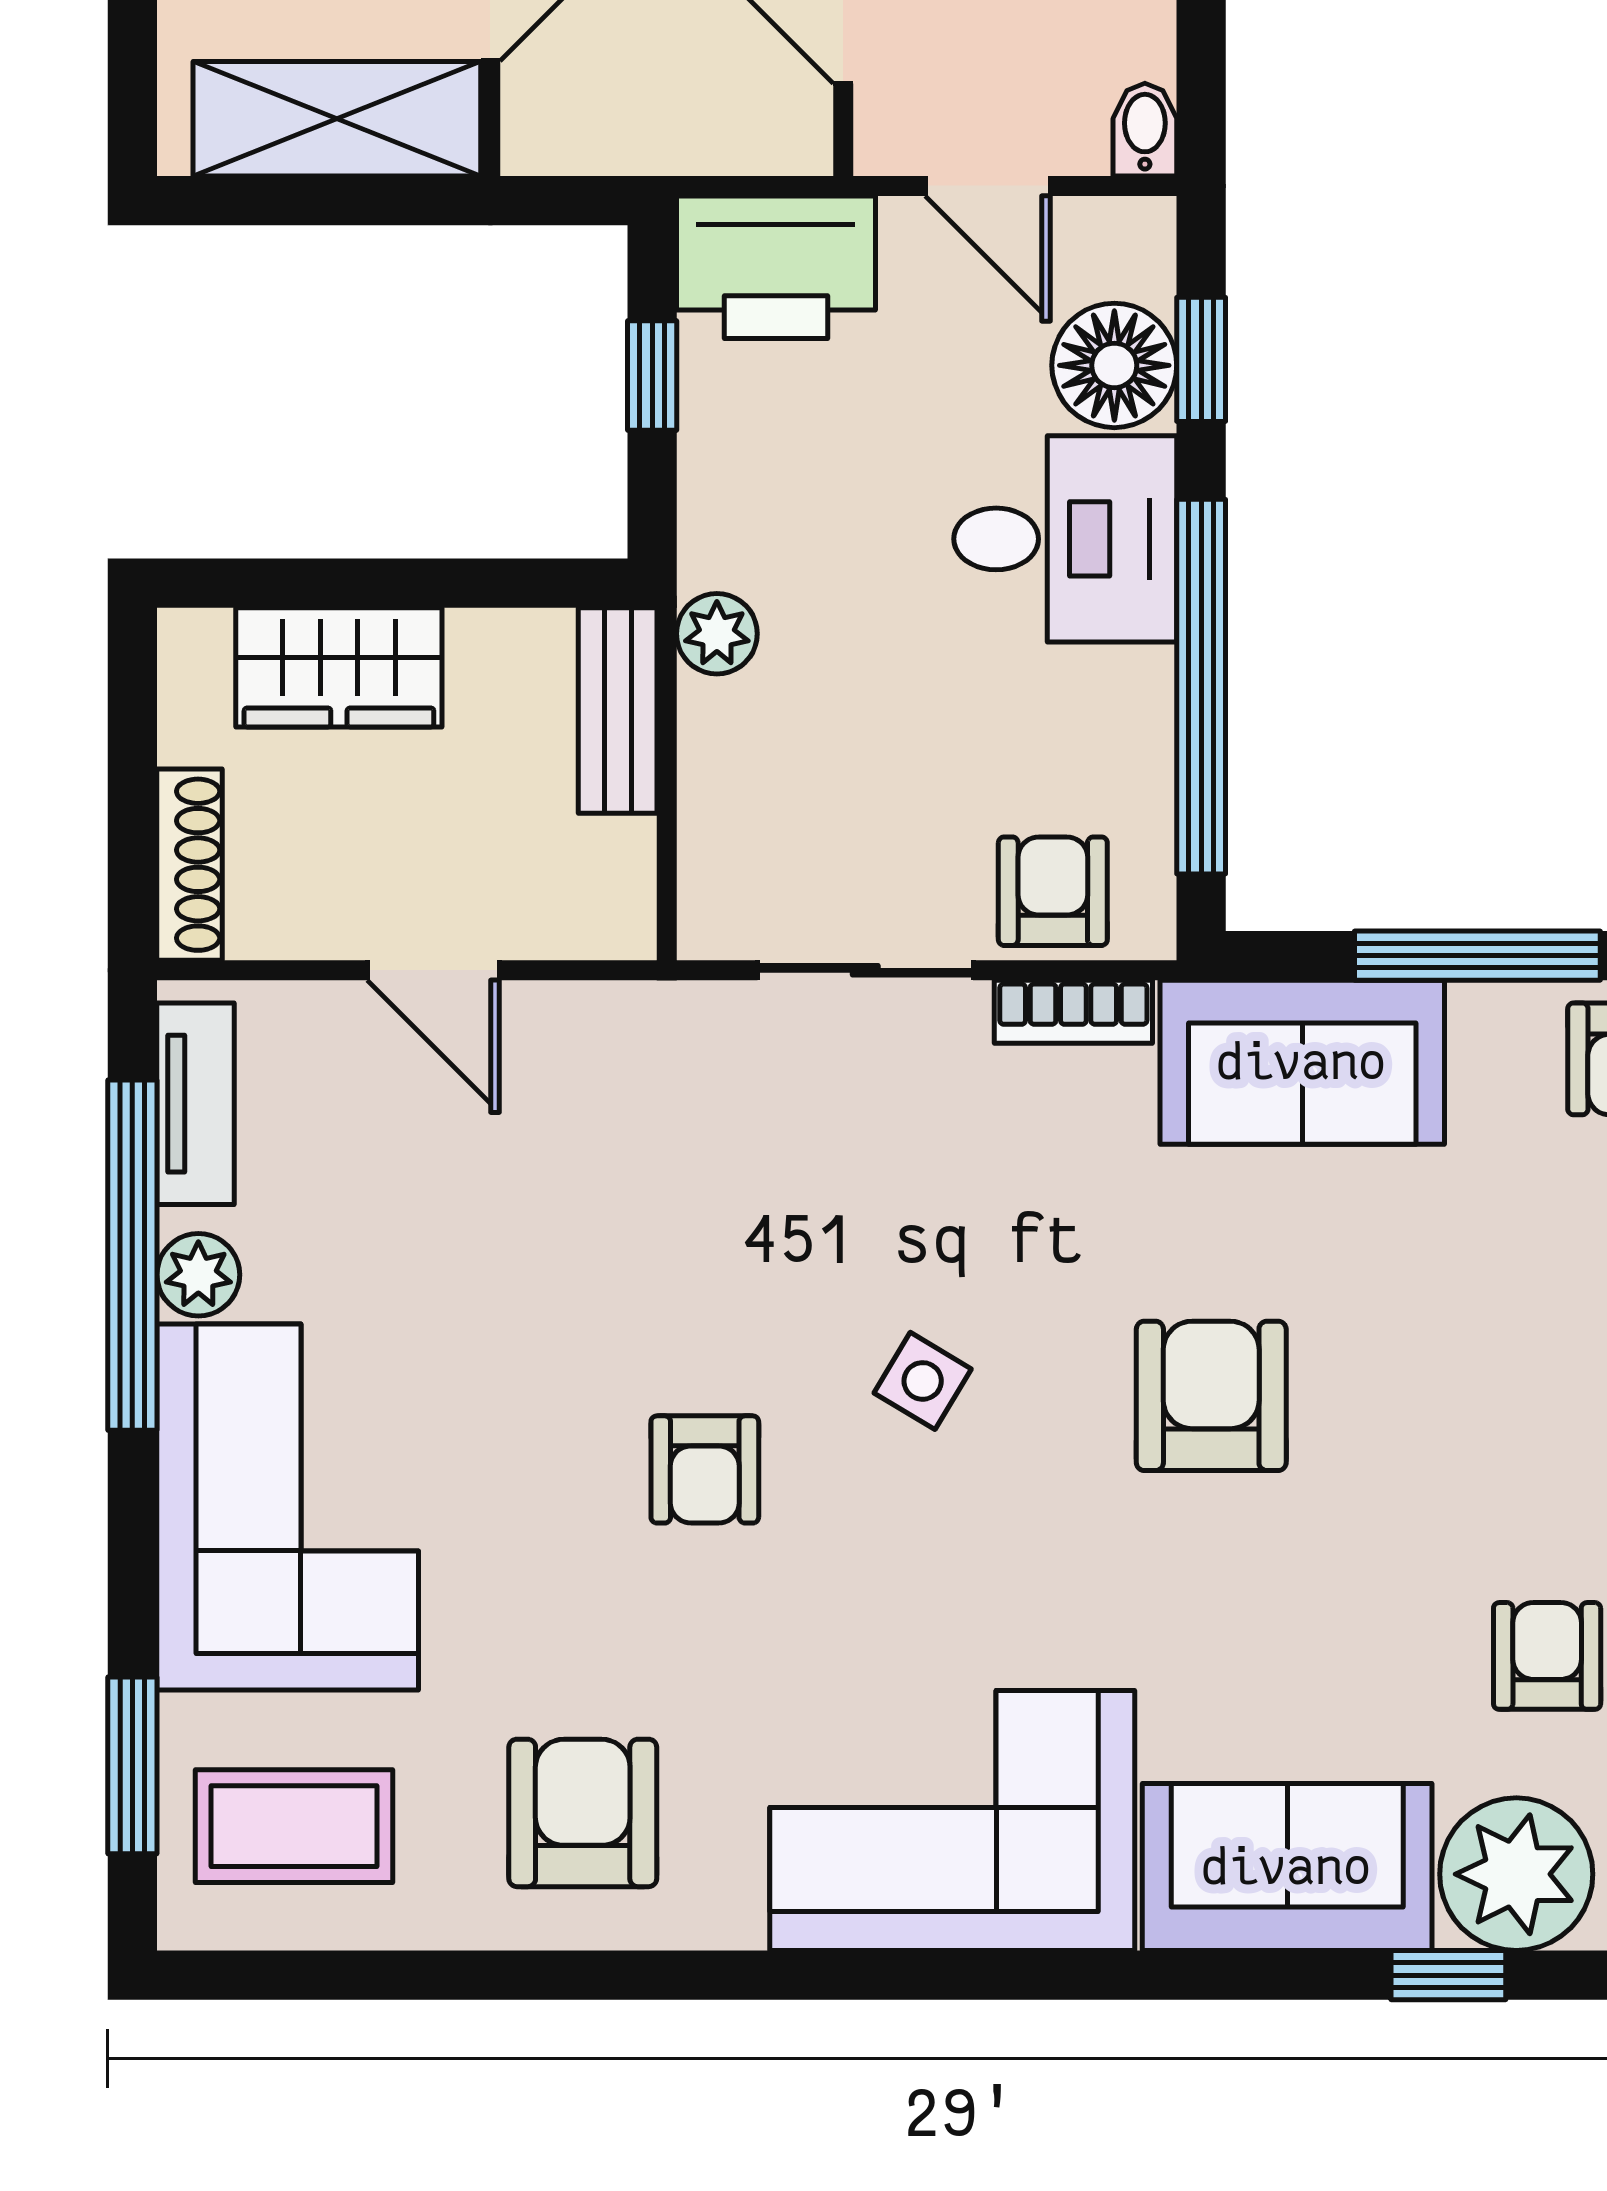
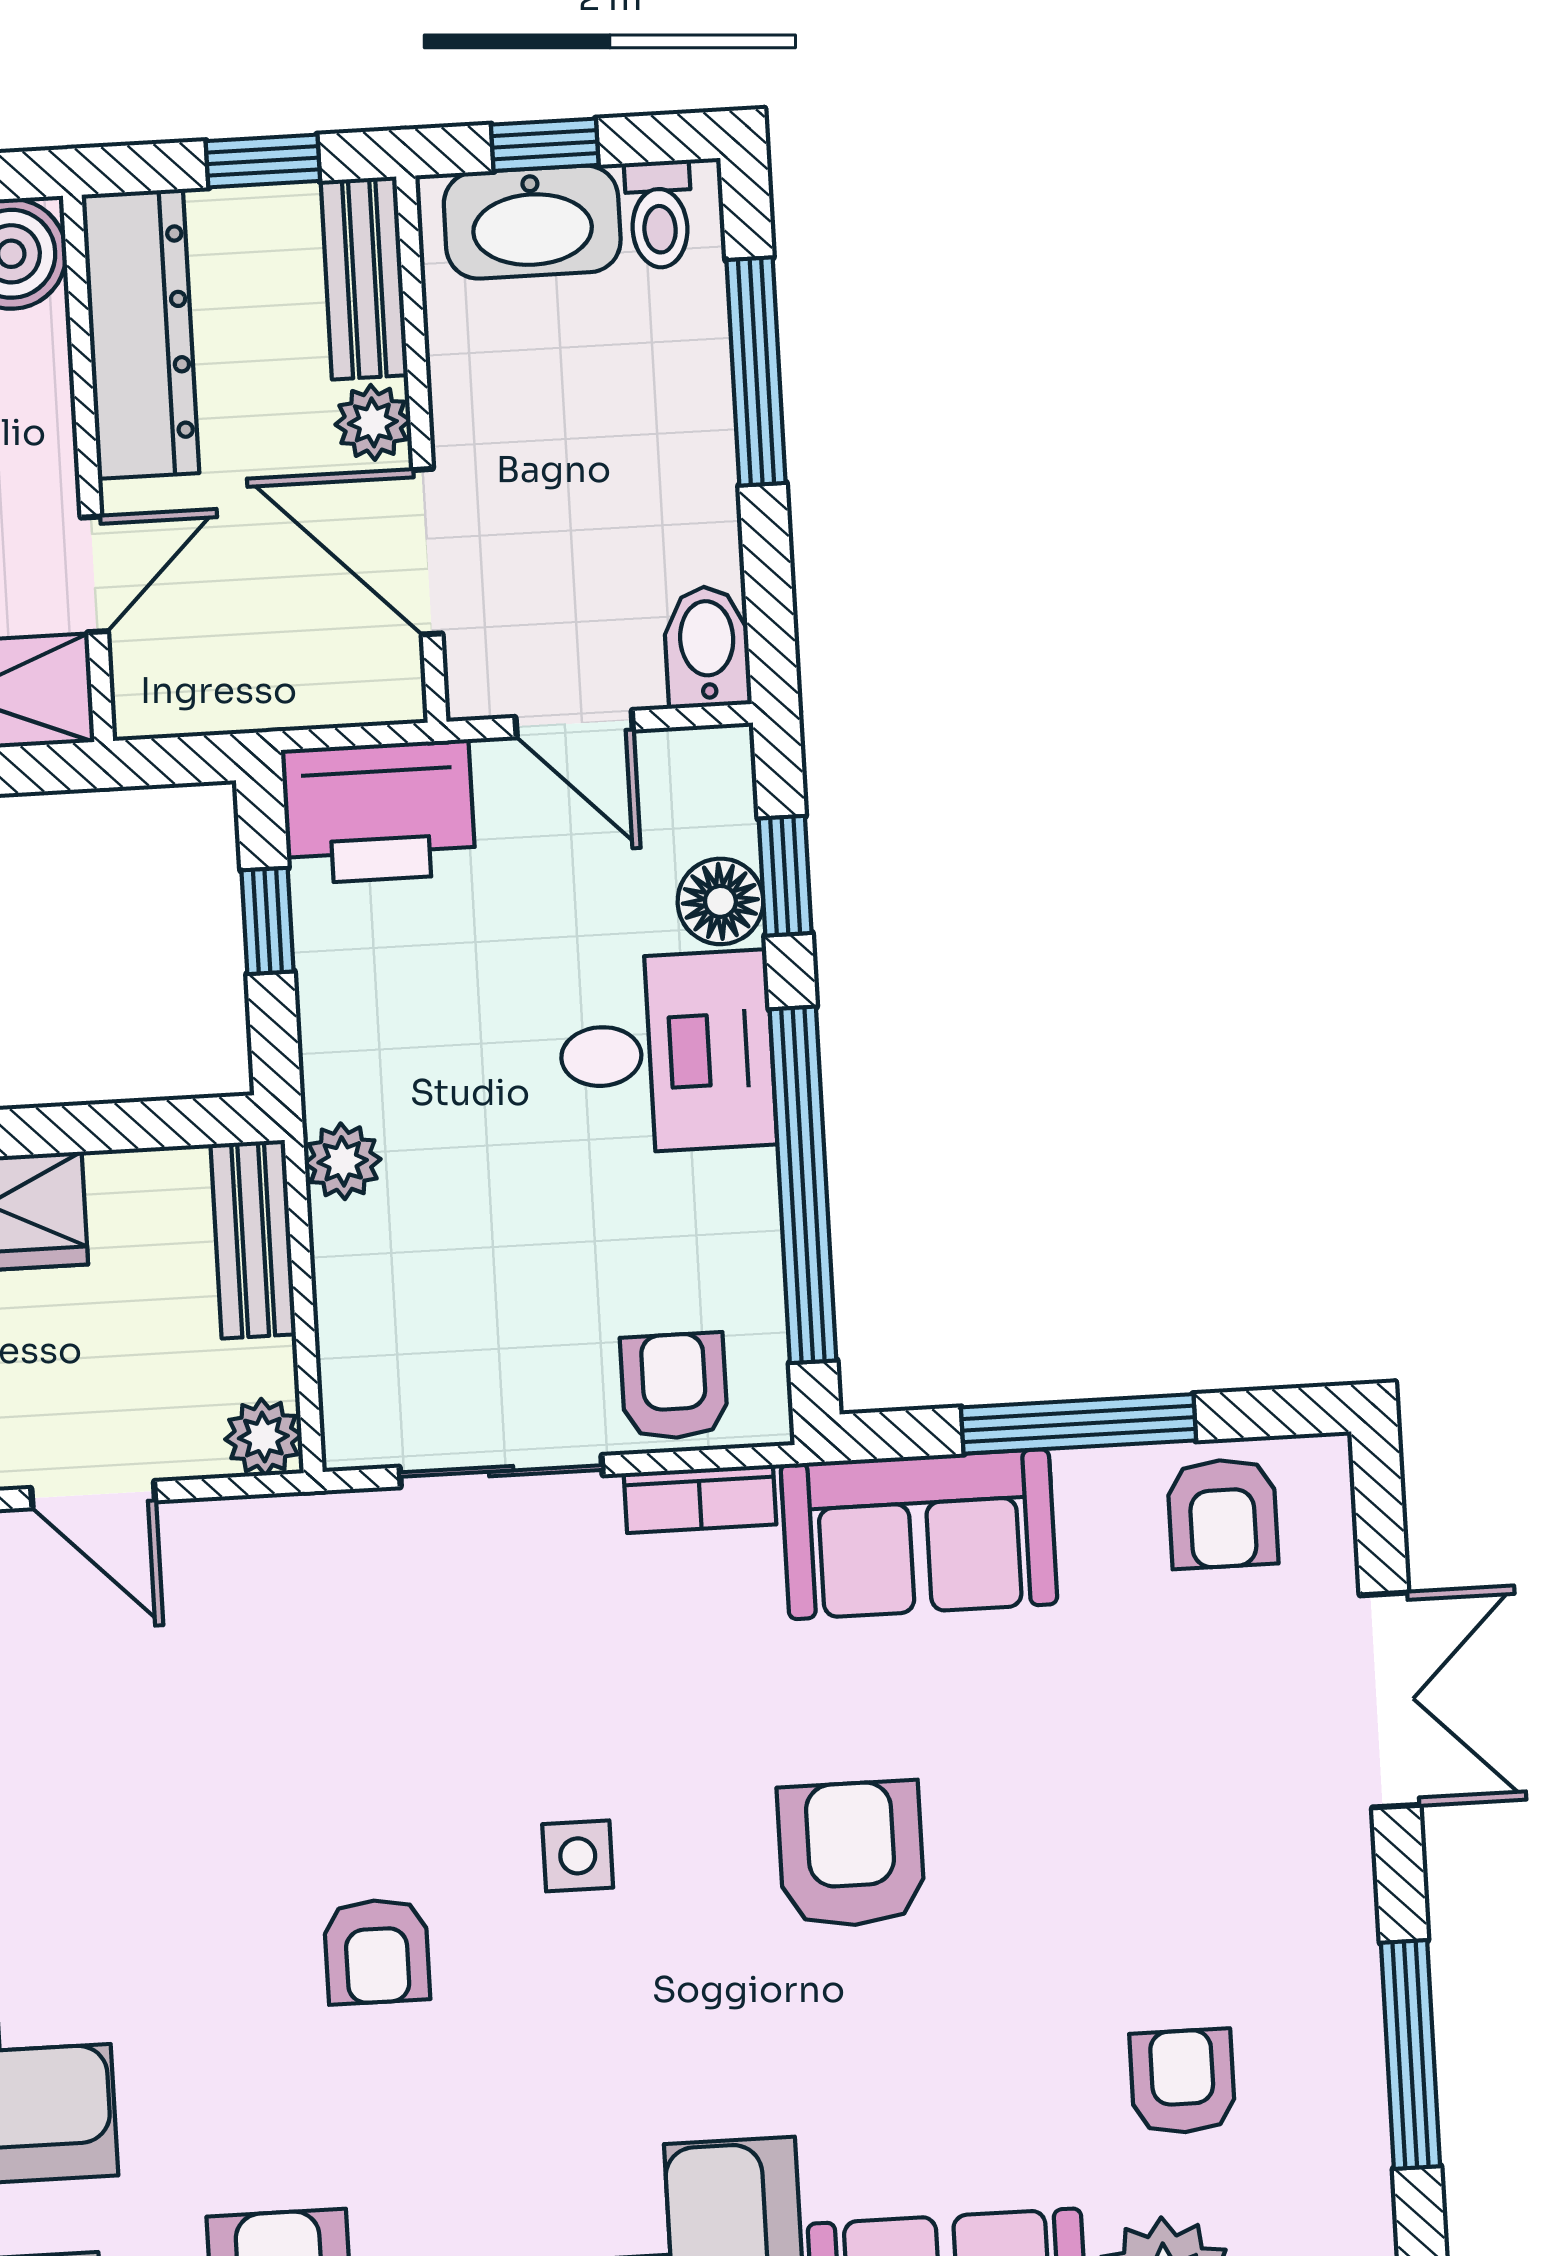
bidet: (1145, 130) -> (707, 647), width x1.38, depth x1.36
floor lamp: (1114, 365) -> (720, 901), width x0.73, depth x0.73
plant: (616, 920) -> (263, 1437), added
side table: (923, 1381) -> (578, 1856), turned -31

